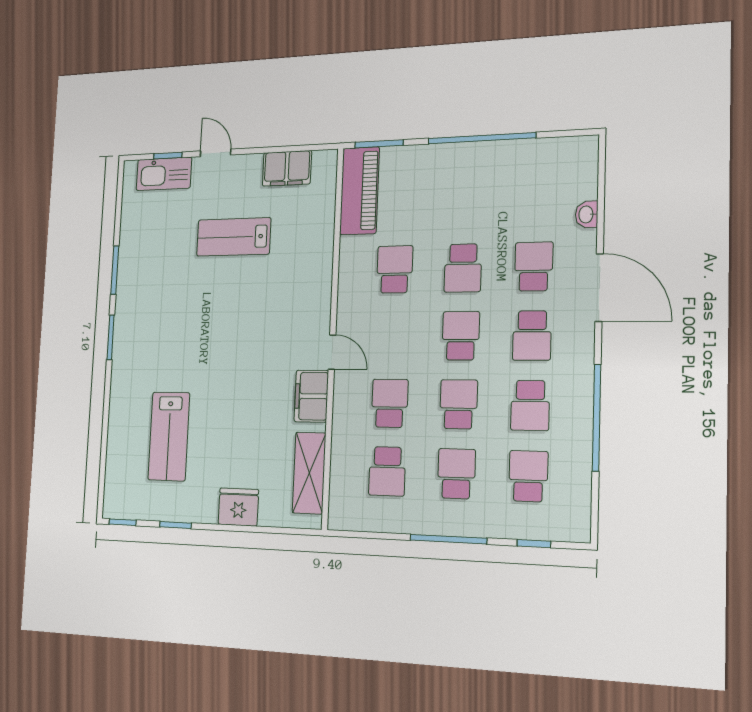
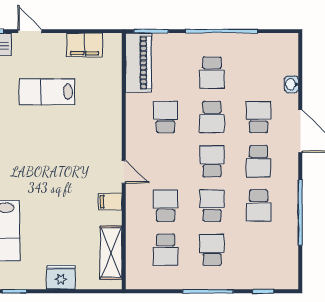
filing cabinet: (311, 396) -> (110, 202), width x0.50
school desk: (528, 476) -> (212, 73), moved, turned 180

